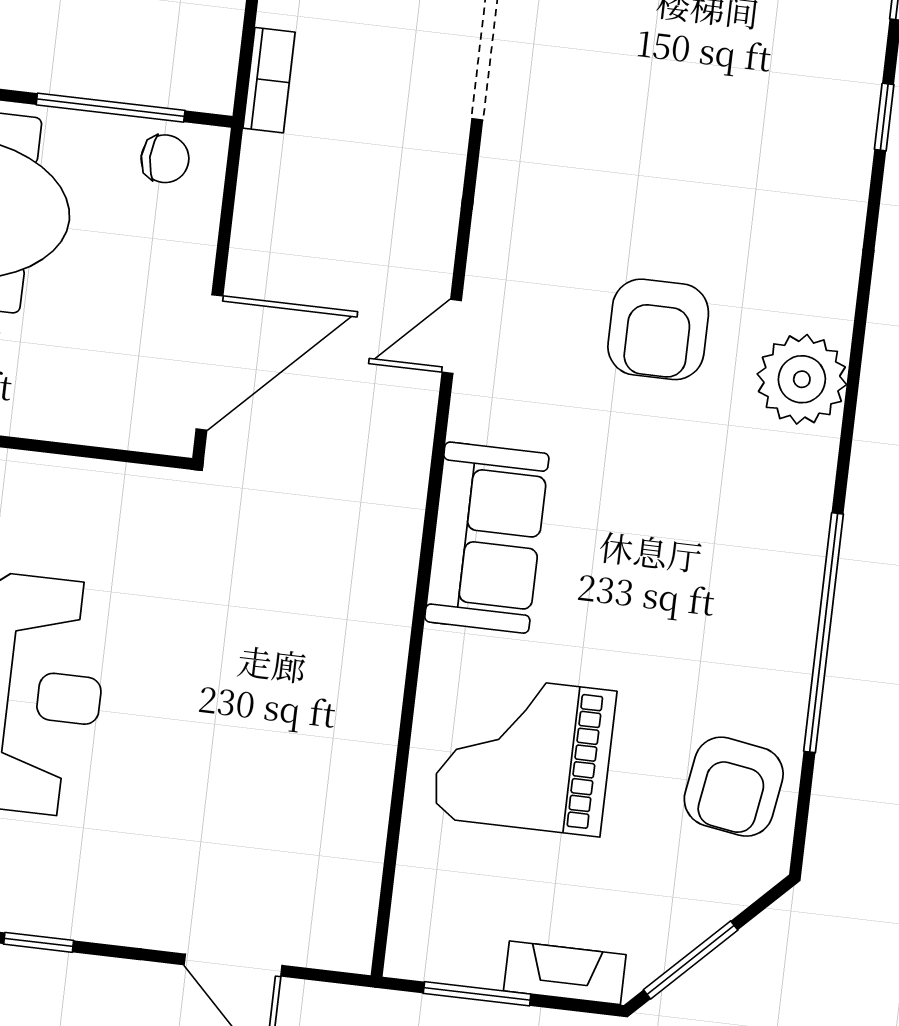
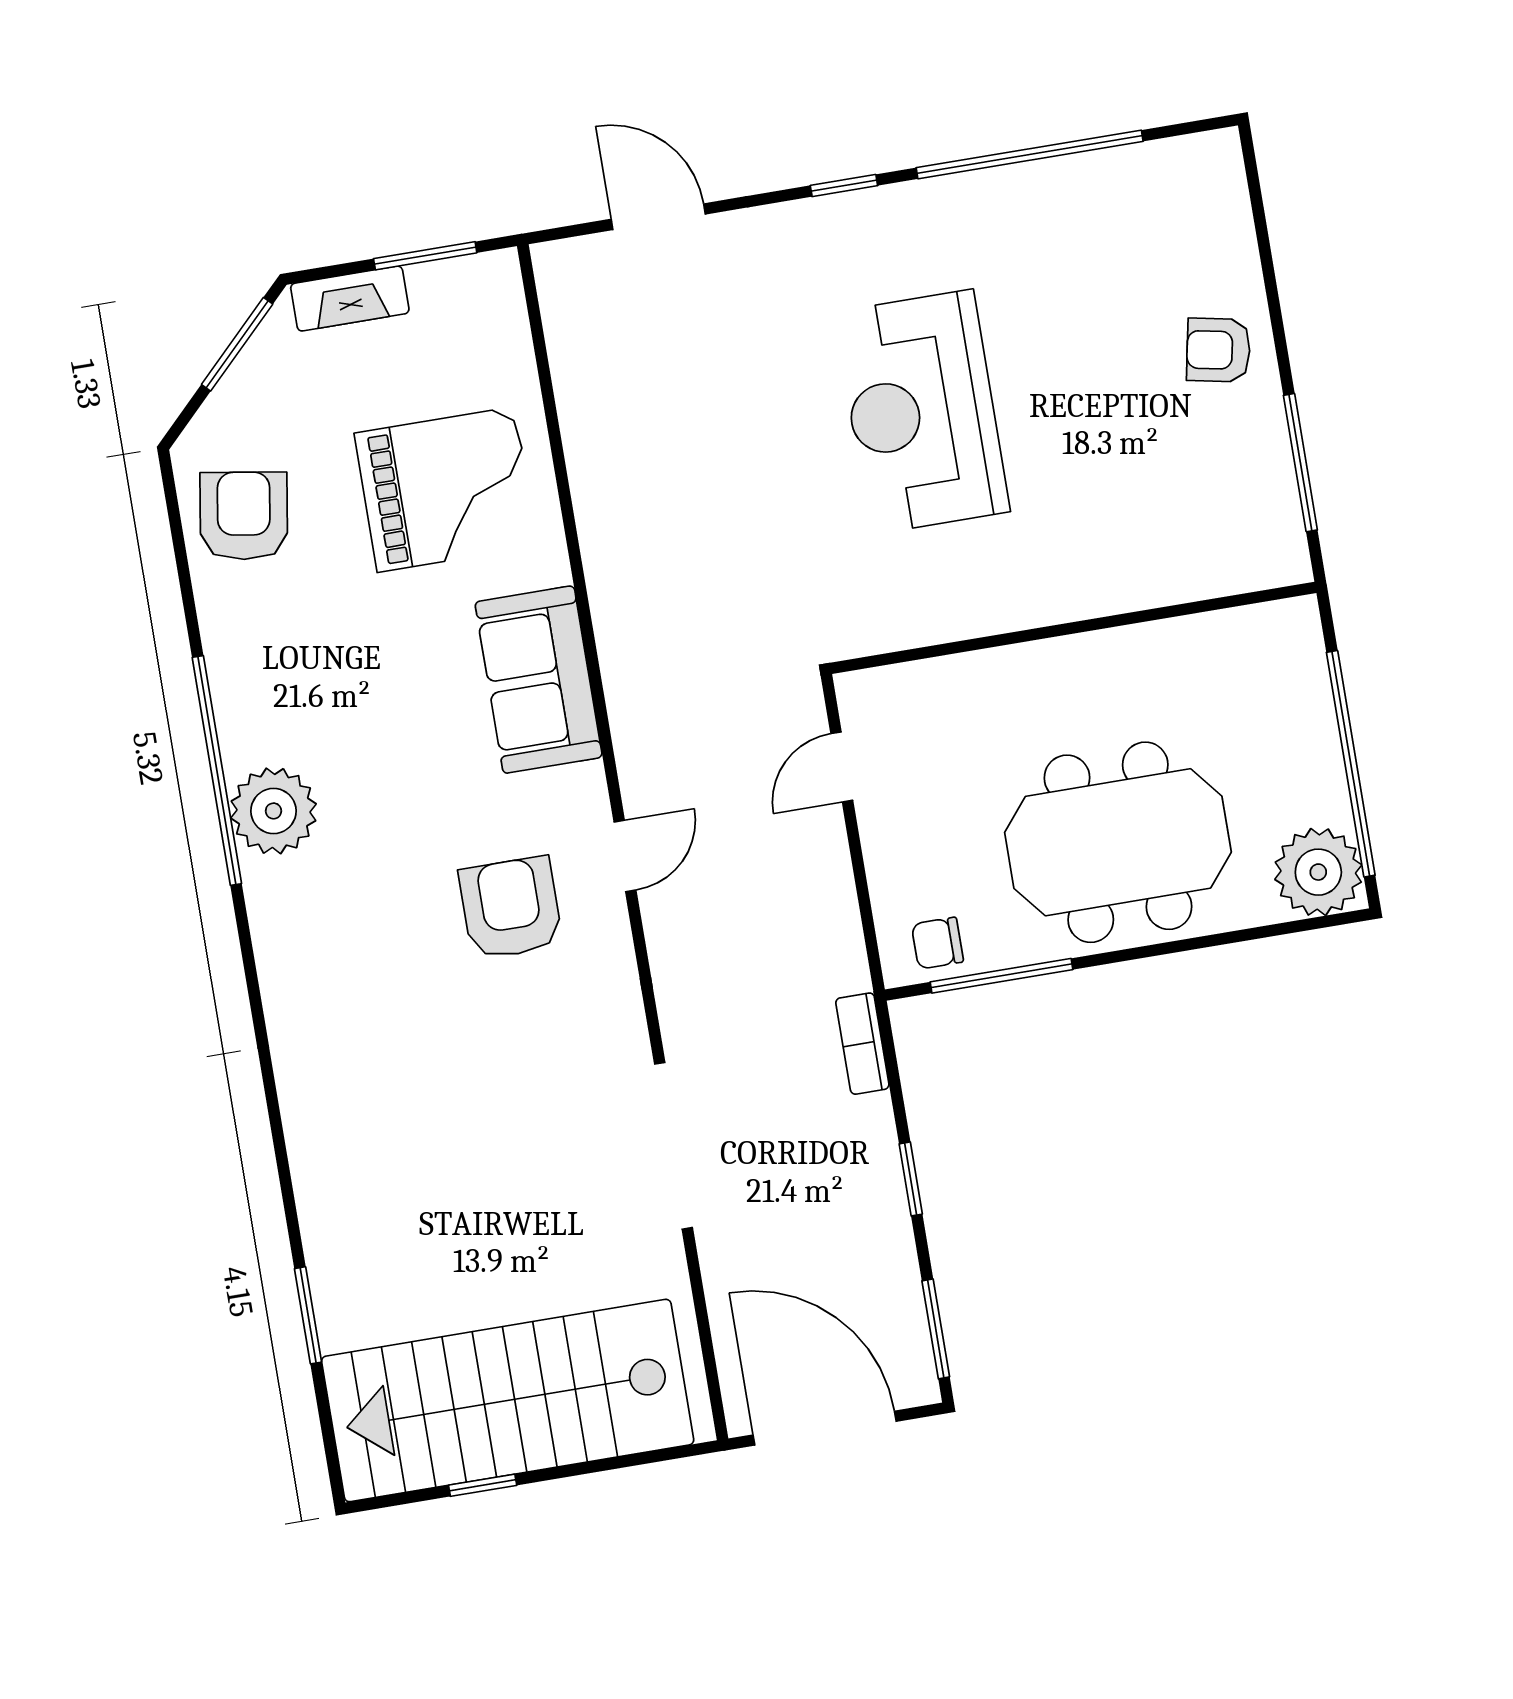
window: (884, 117) -> (285, 1175), removed
armchair: (658, 329) -> (511, 908), moved
door: (209, 362) -> (842, 767), width x0.53
plant: (802, 379) -> (273, 811), moved
window: (824, 633) -> (217, 771), moved

